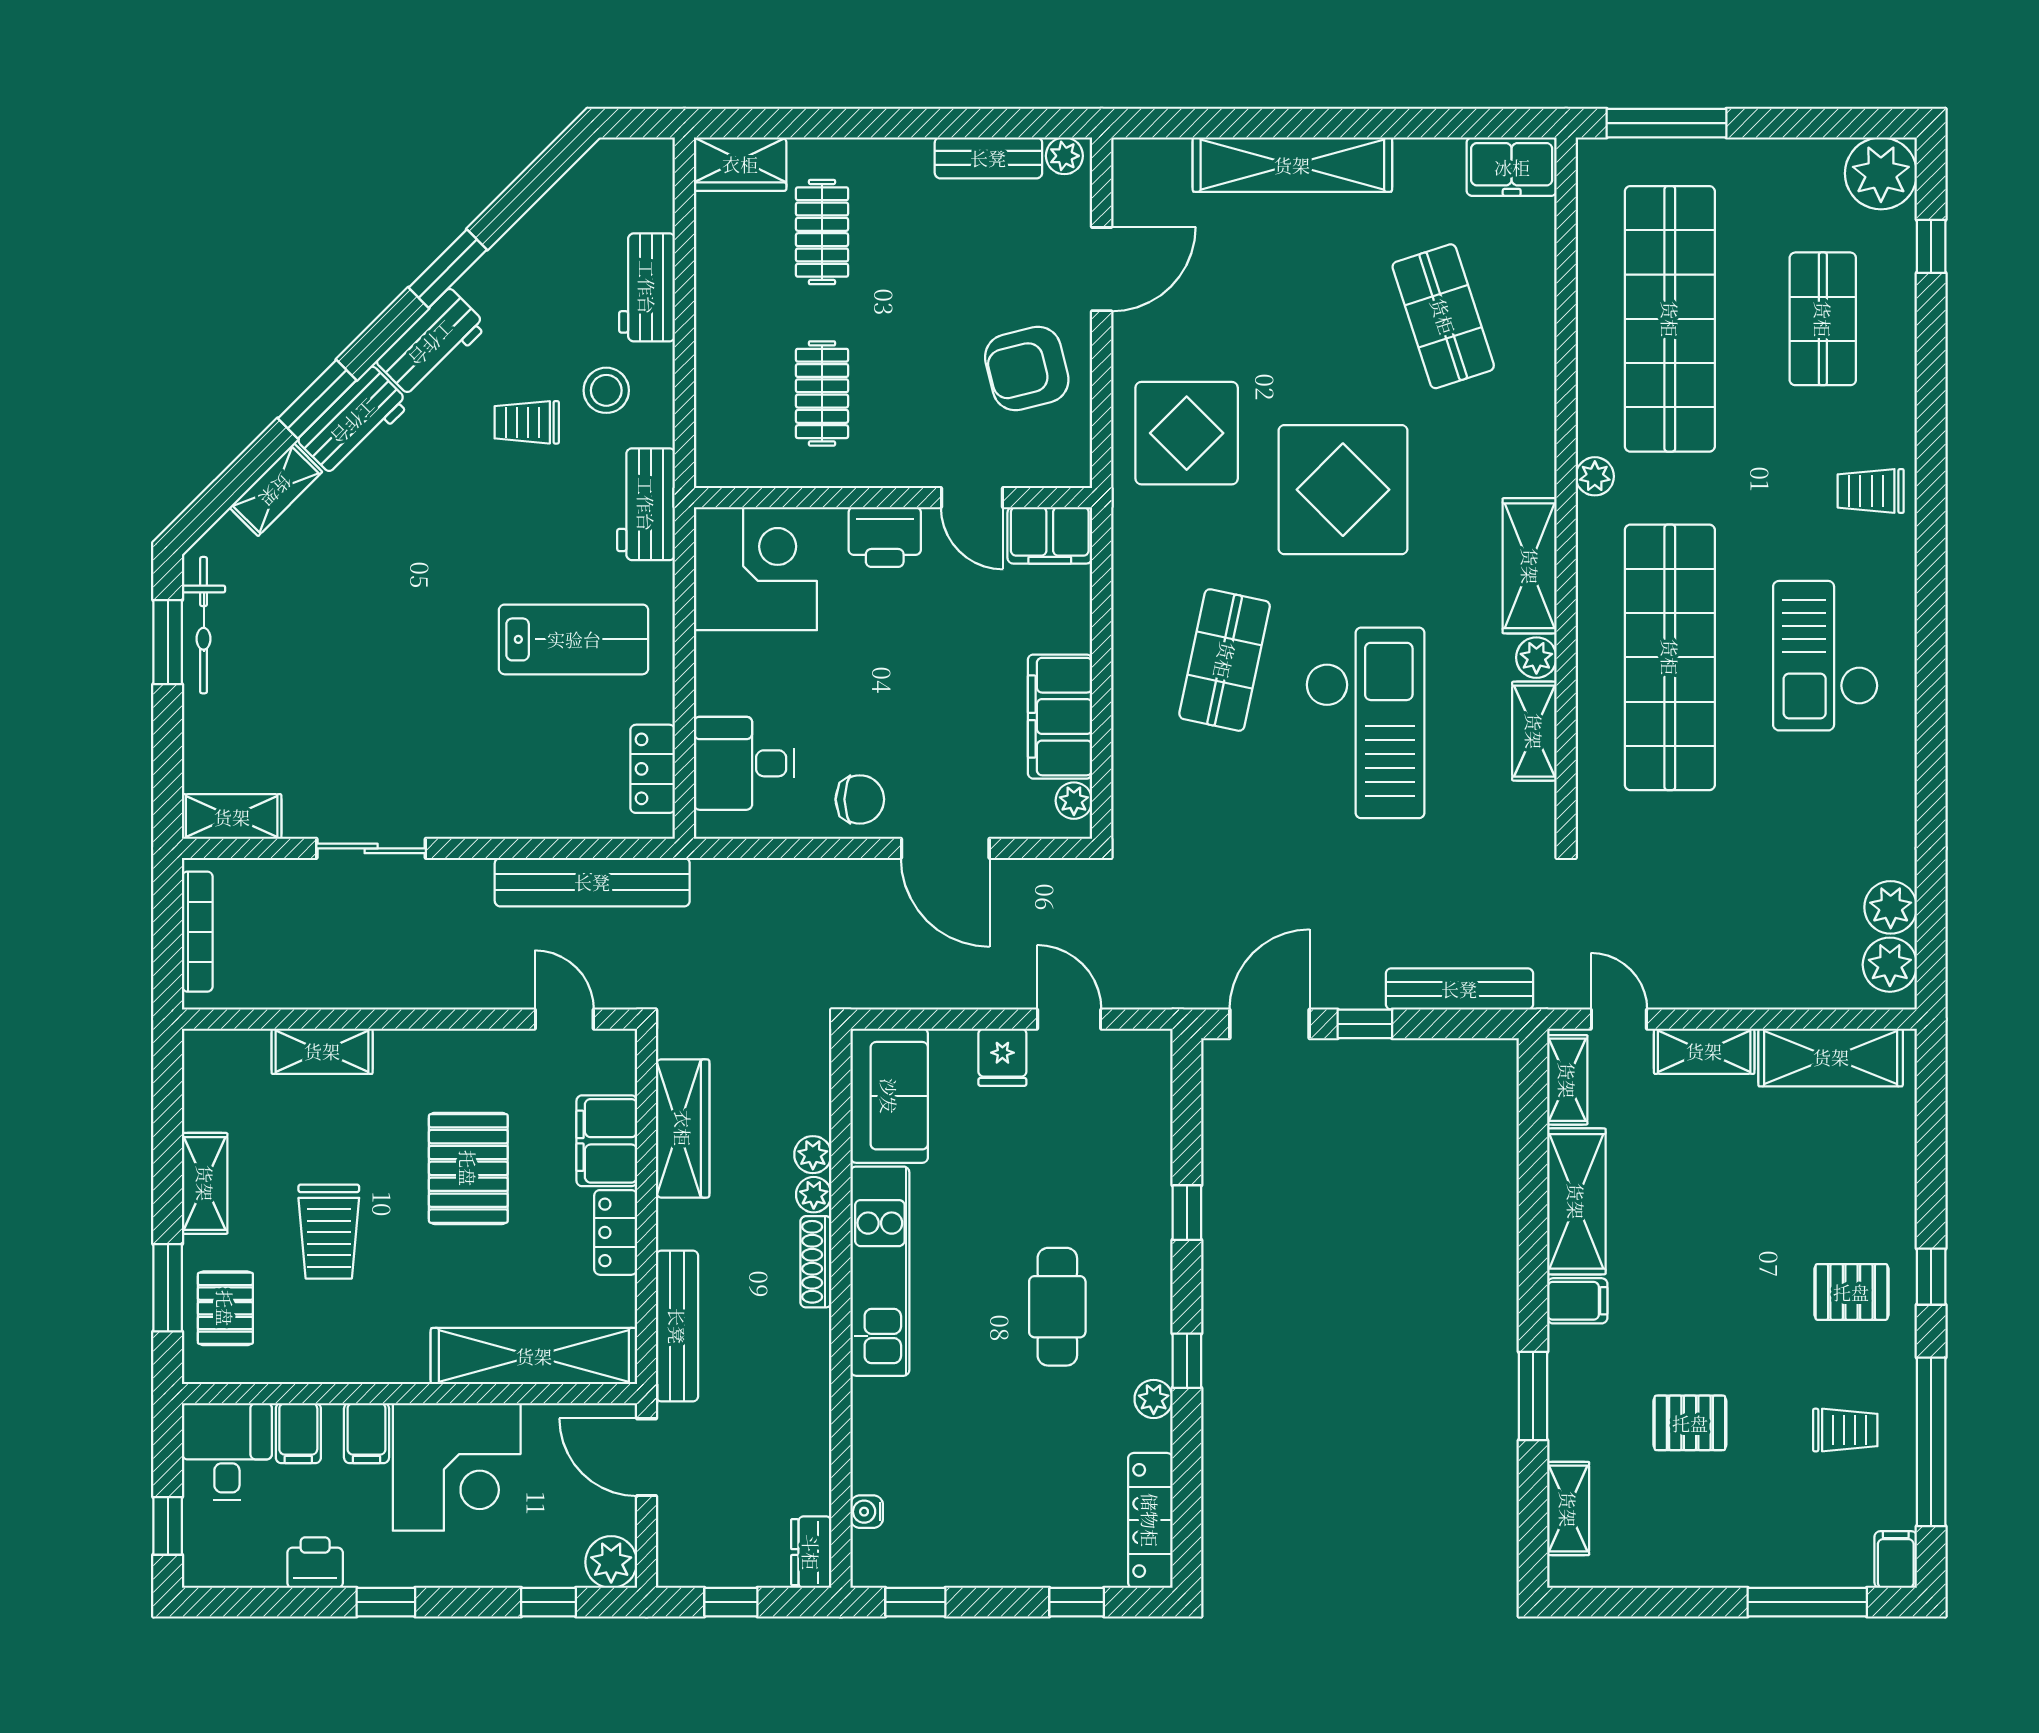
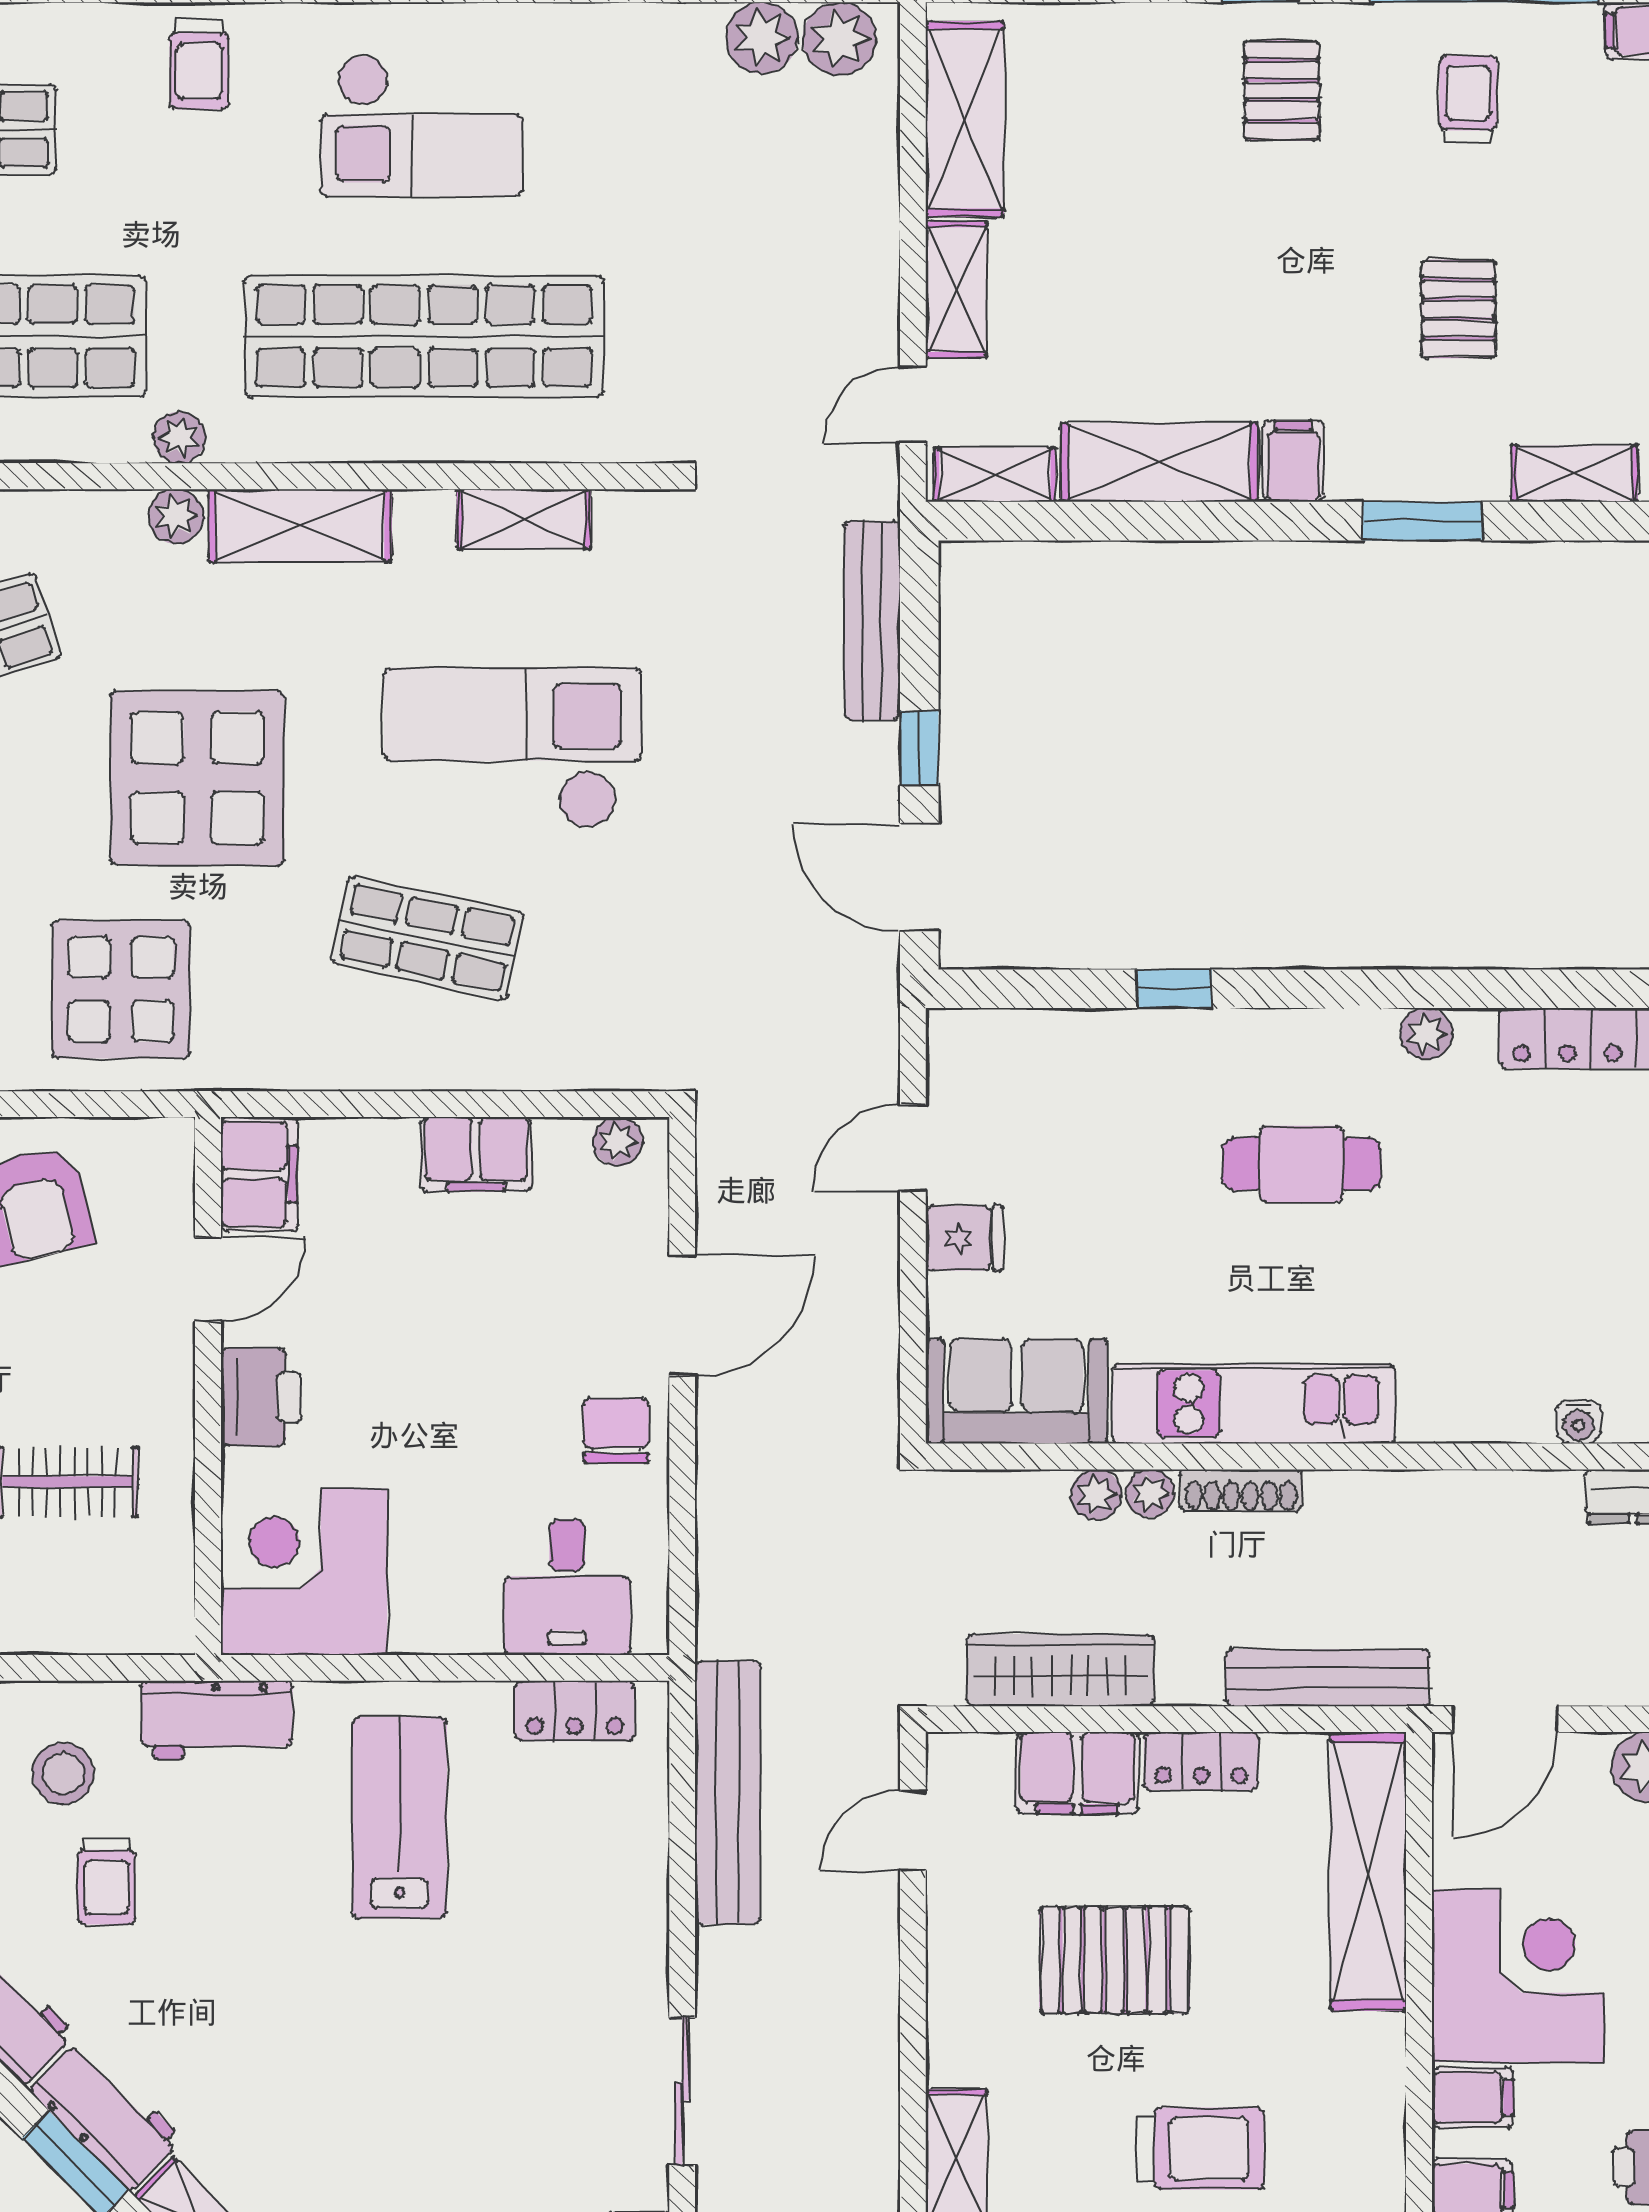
plant: (1536, 658) -> (176, 516), moved
filing cabinet: (1060, 717) -> (476, 1154), width x0.67, depth x0.86
window: (1187, 1361) -> (1375, 989), removed

